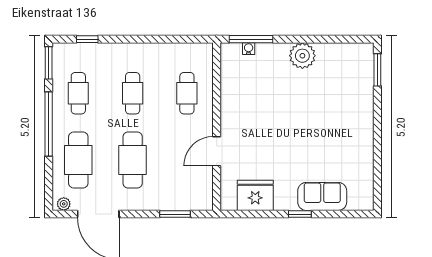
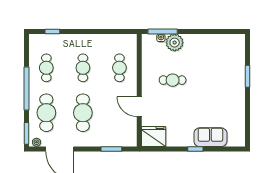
plant: (302, 56) -> (175, 43), moved
window: (49, 63) -> (26, 133), moved
window: (377, 70) -> (247, 76), moved
cafe table: (266, 112) -> (173, 80), added
door: (217, 151) -> (139, 107), hinge flipped
fridge: (255, 195) -> (154, 136), moved

